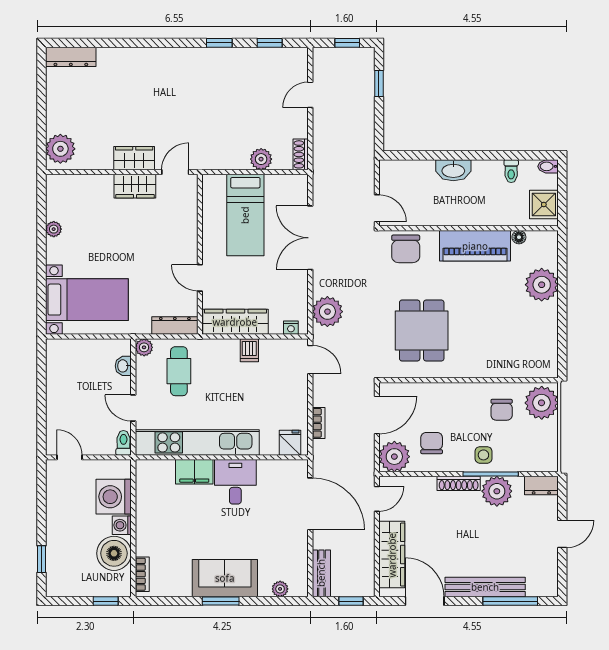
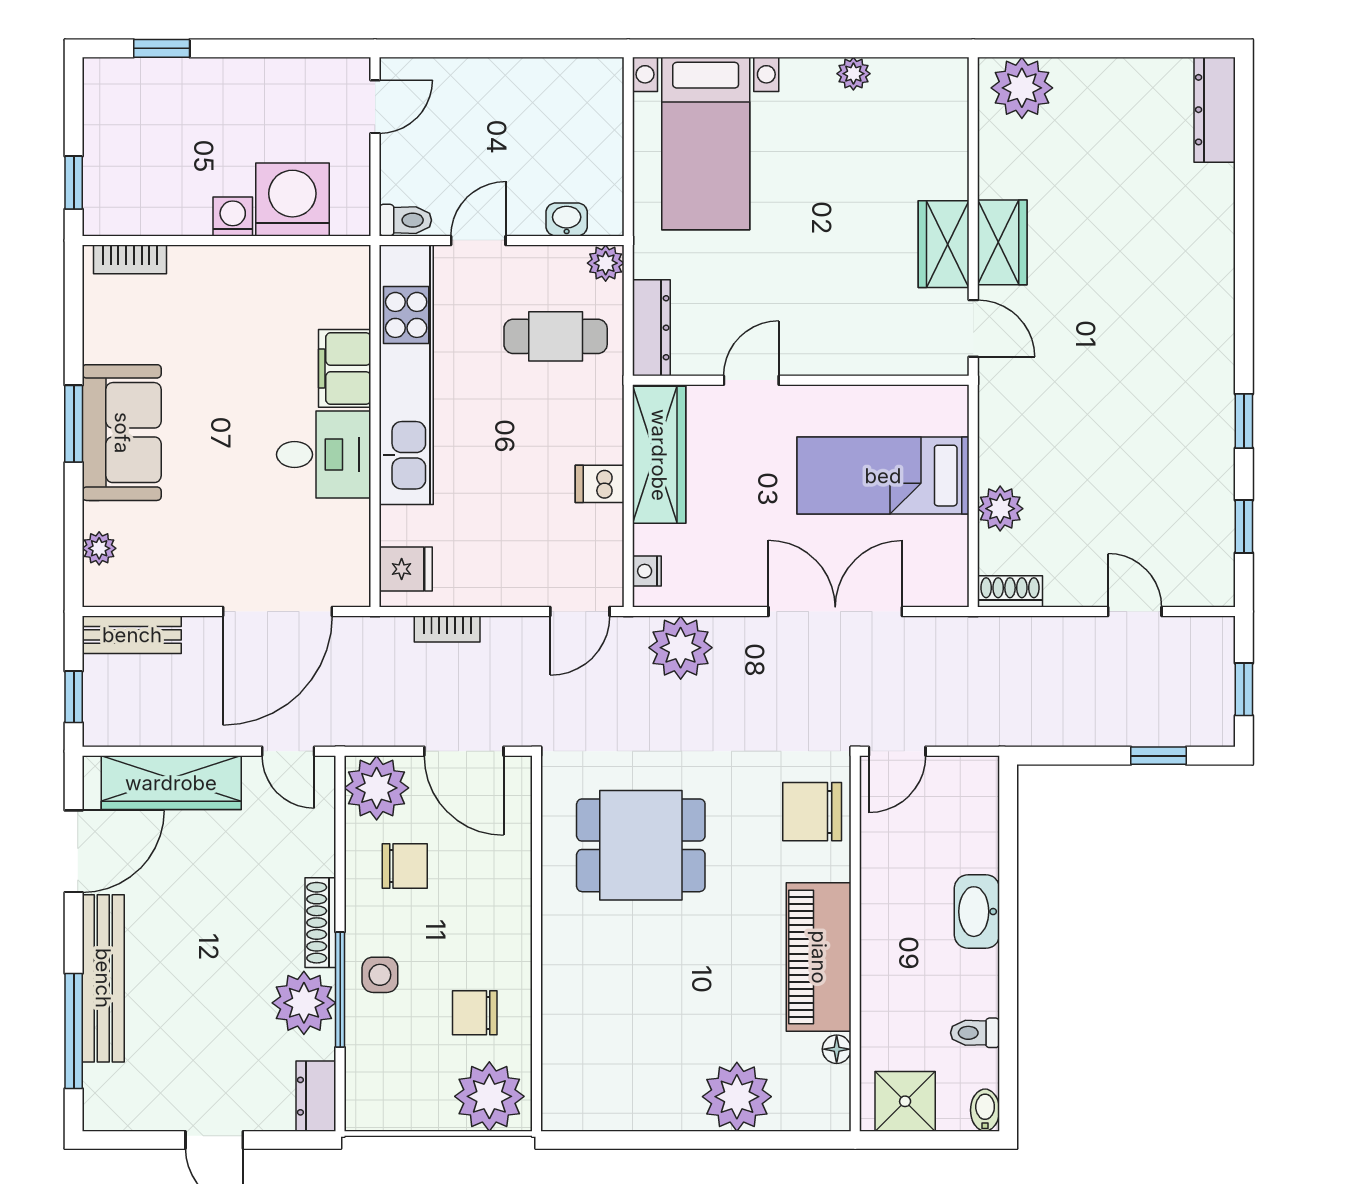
boiler: (114, 553) -> (174, 200), removed

